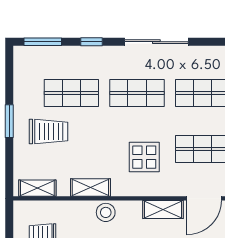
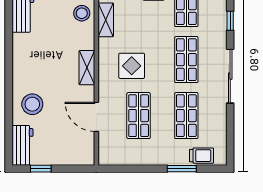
shelving: (163, 209) -> (87, 68), moved
stool: (106, 212) -> (82, 13), moved

